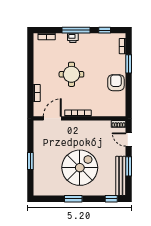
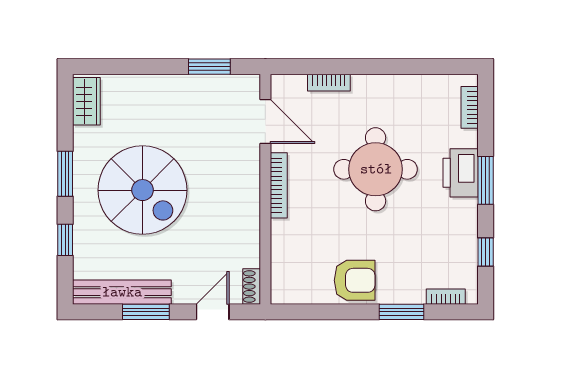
window: (76, 30) -> (486, 180), width x0.69
printer: (73, 38) -> (461, 173), width x1.87, depth x1.48
round table: (71, 74) -> (376, 169), width x1.36, depth x1.36
window: (30, 161) -> (209, 67), moved
wardrobe: (44, 190) -> (86, 101), added
window: (111, 199) -> (65, 240), moved

